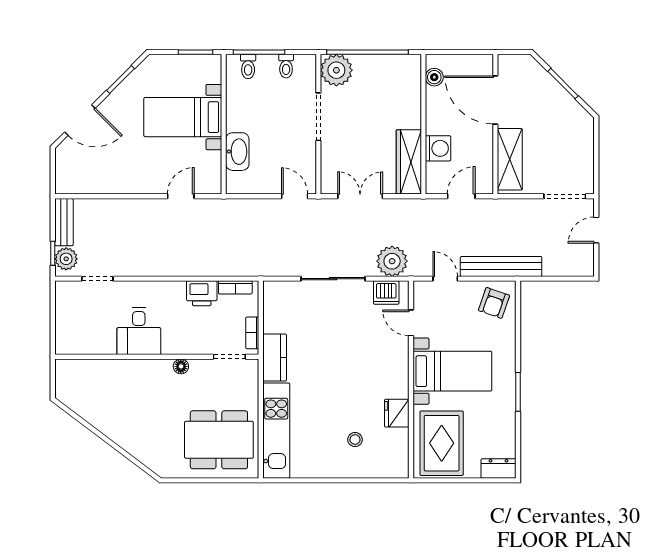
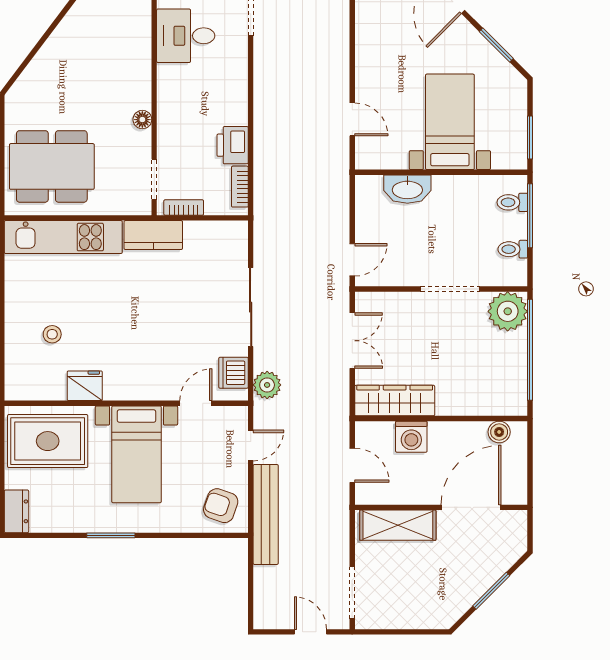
plant: (392, 261) -> (267, 385), width x0.73, depth x0.73
desk: (139, 331) -> (186, 36), moved
dining table: (219, 440) -> (52, 166), turned 90

